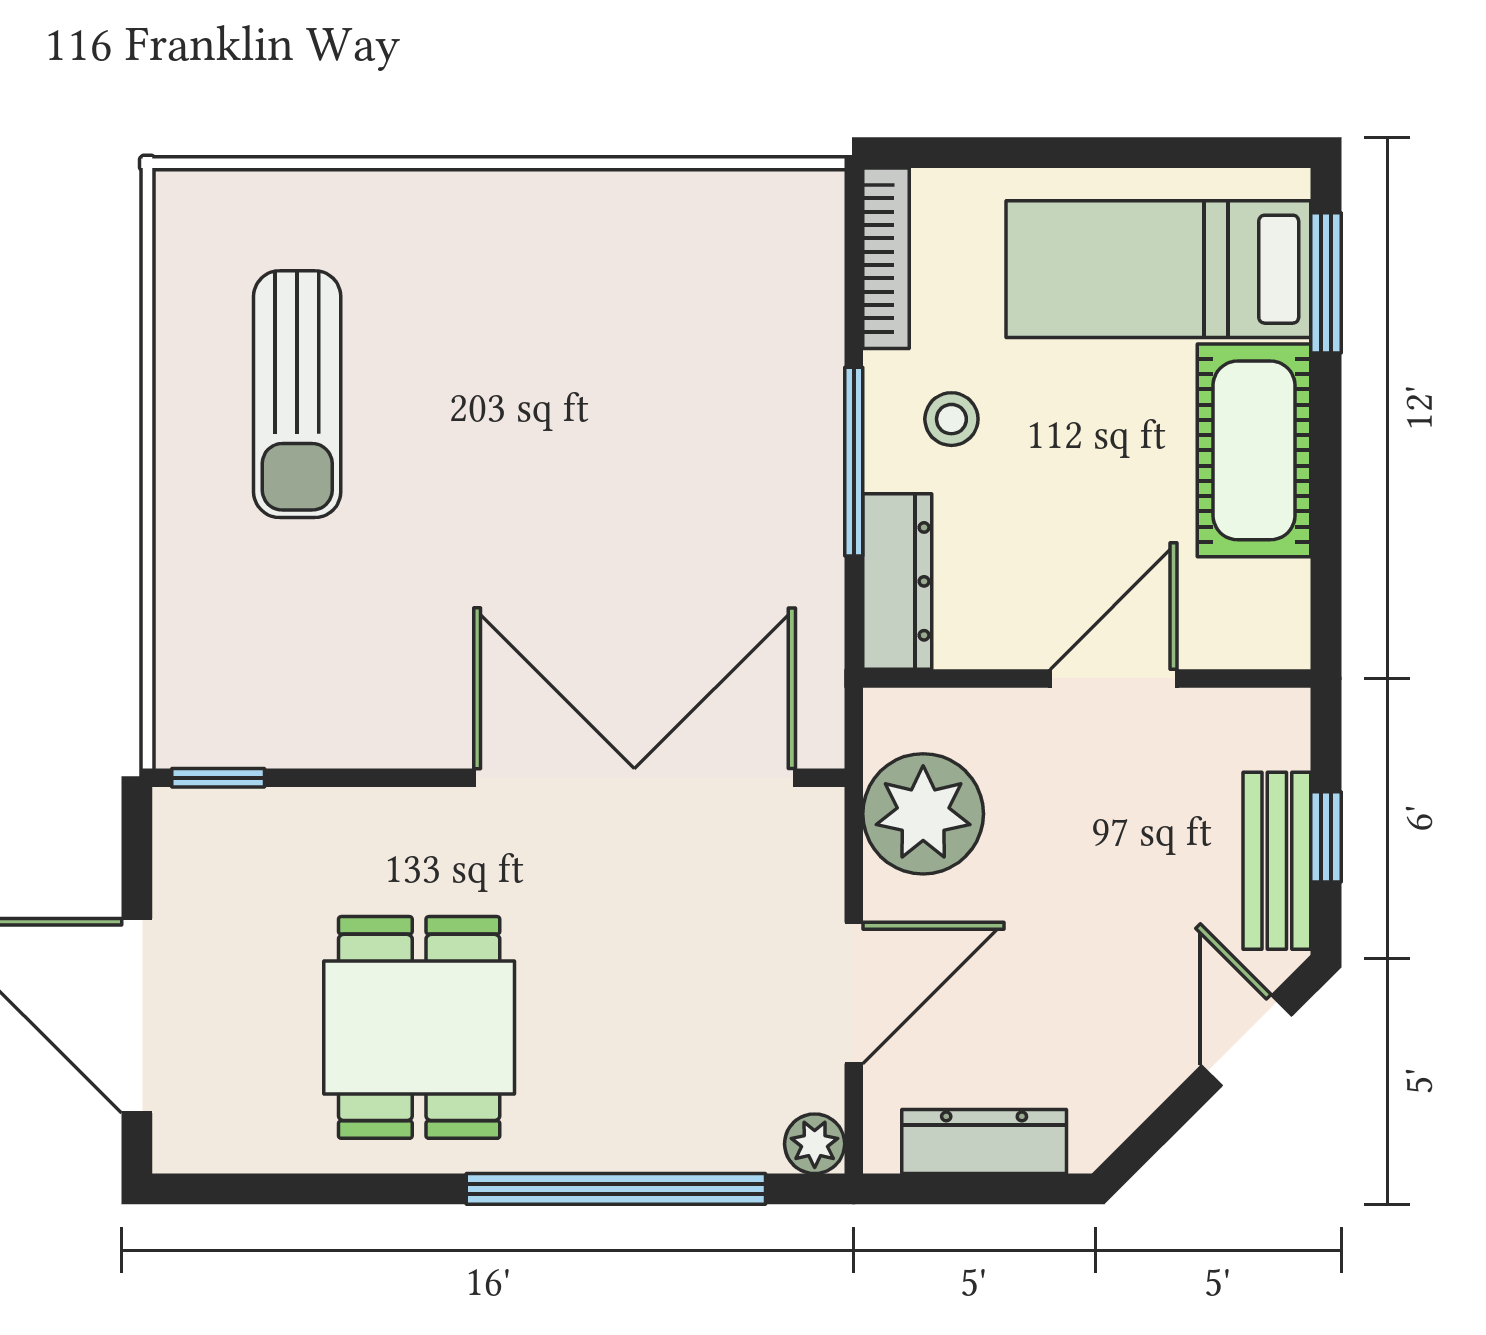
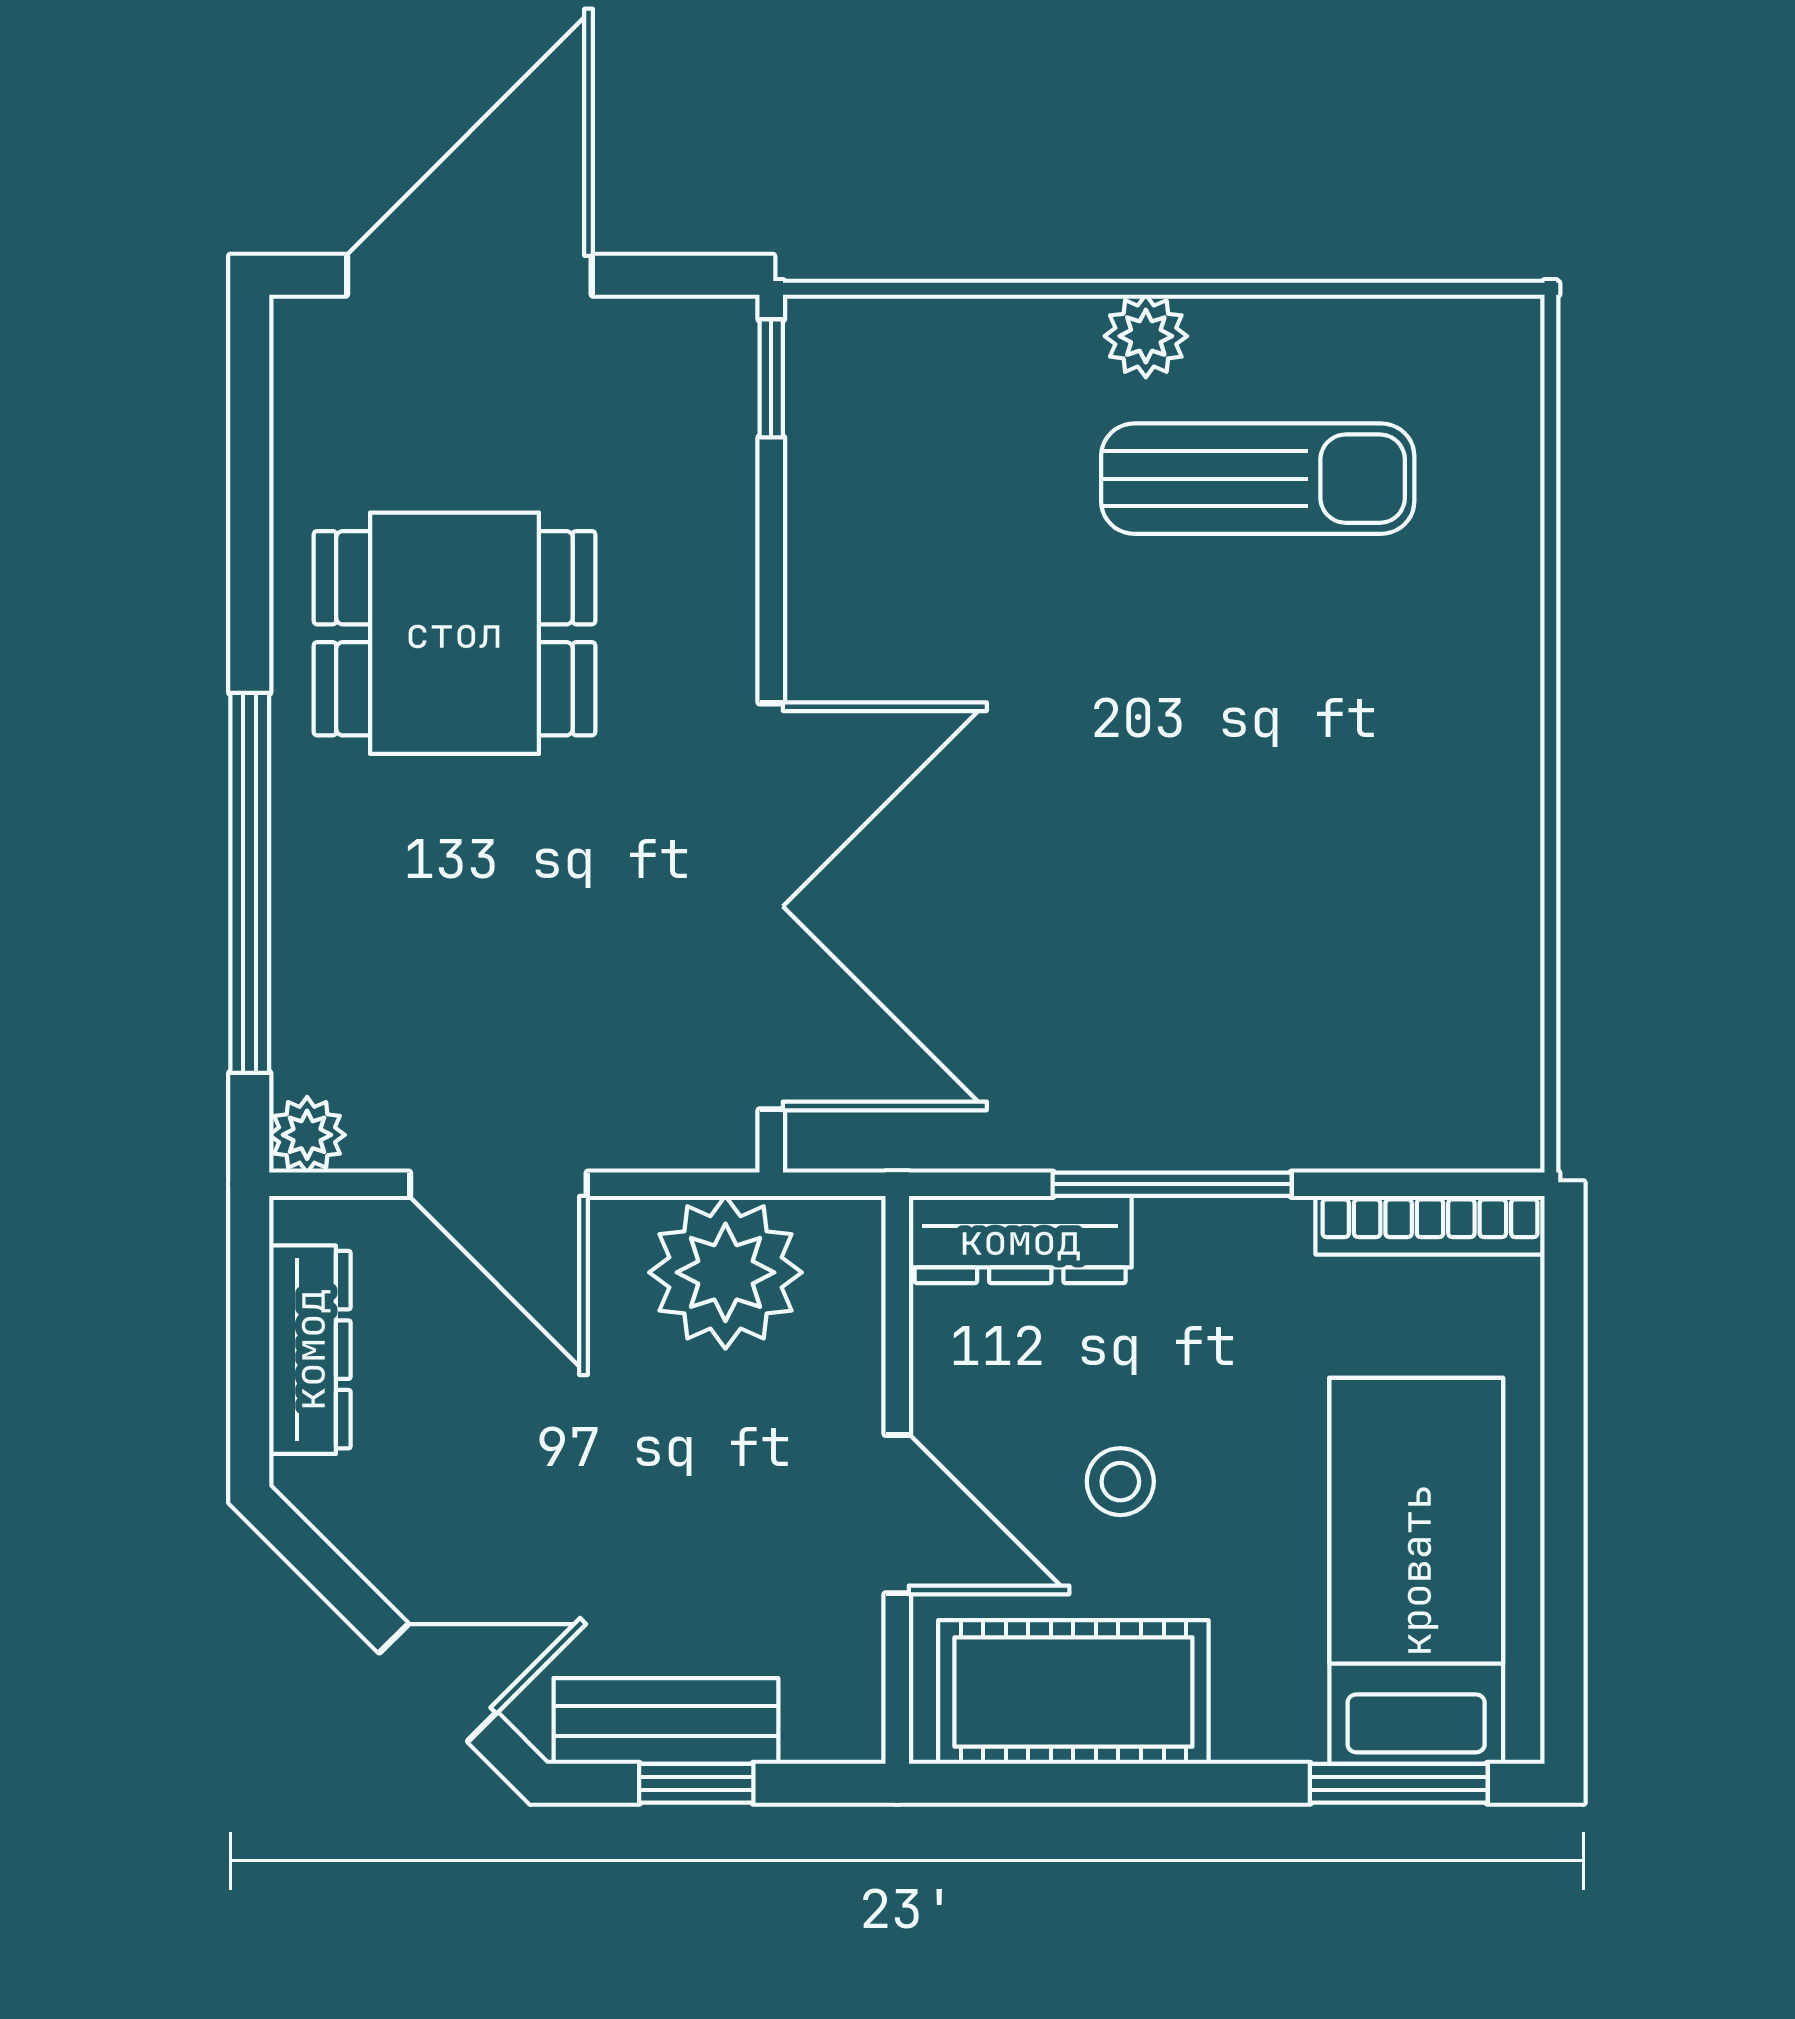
sun lounger: (297, 394) -> (1258, 479), turned 180
stool: (951, 419) -> (1120, 1482), moved
cot: (1254, 450) -> (1073, 1692), moved
plant: (185, 482) -> (1146, 336), added

